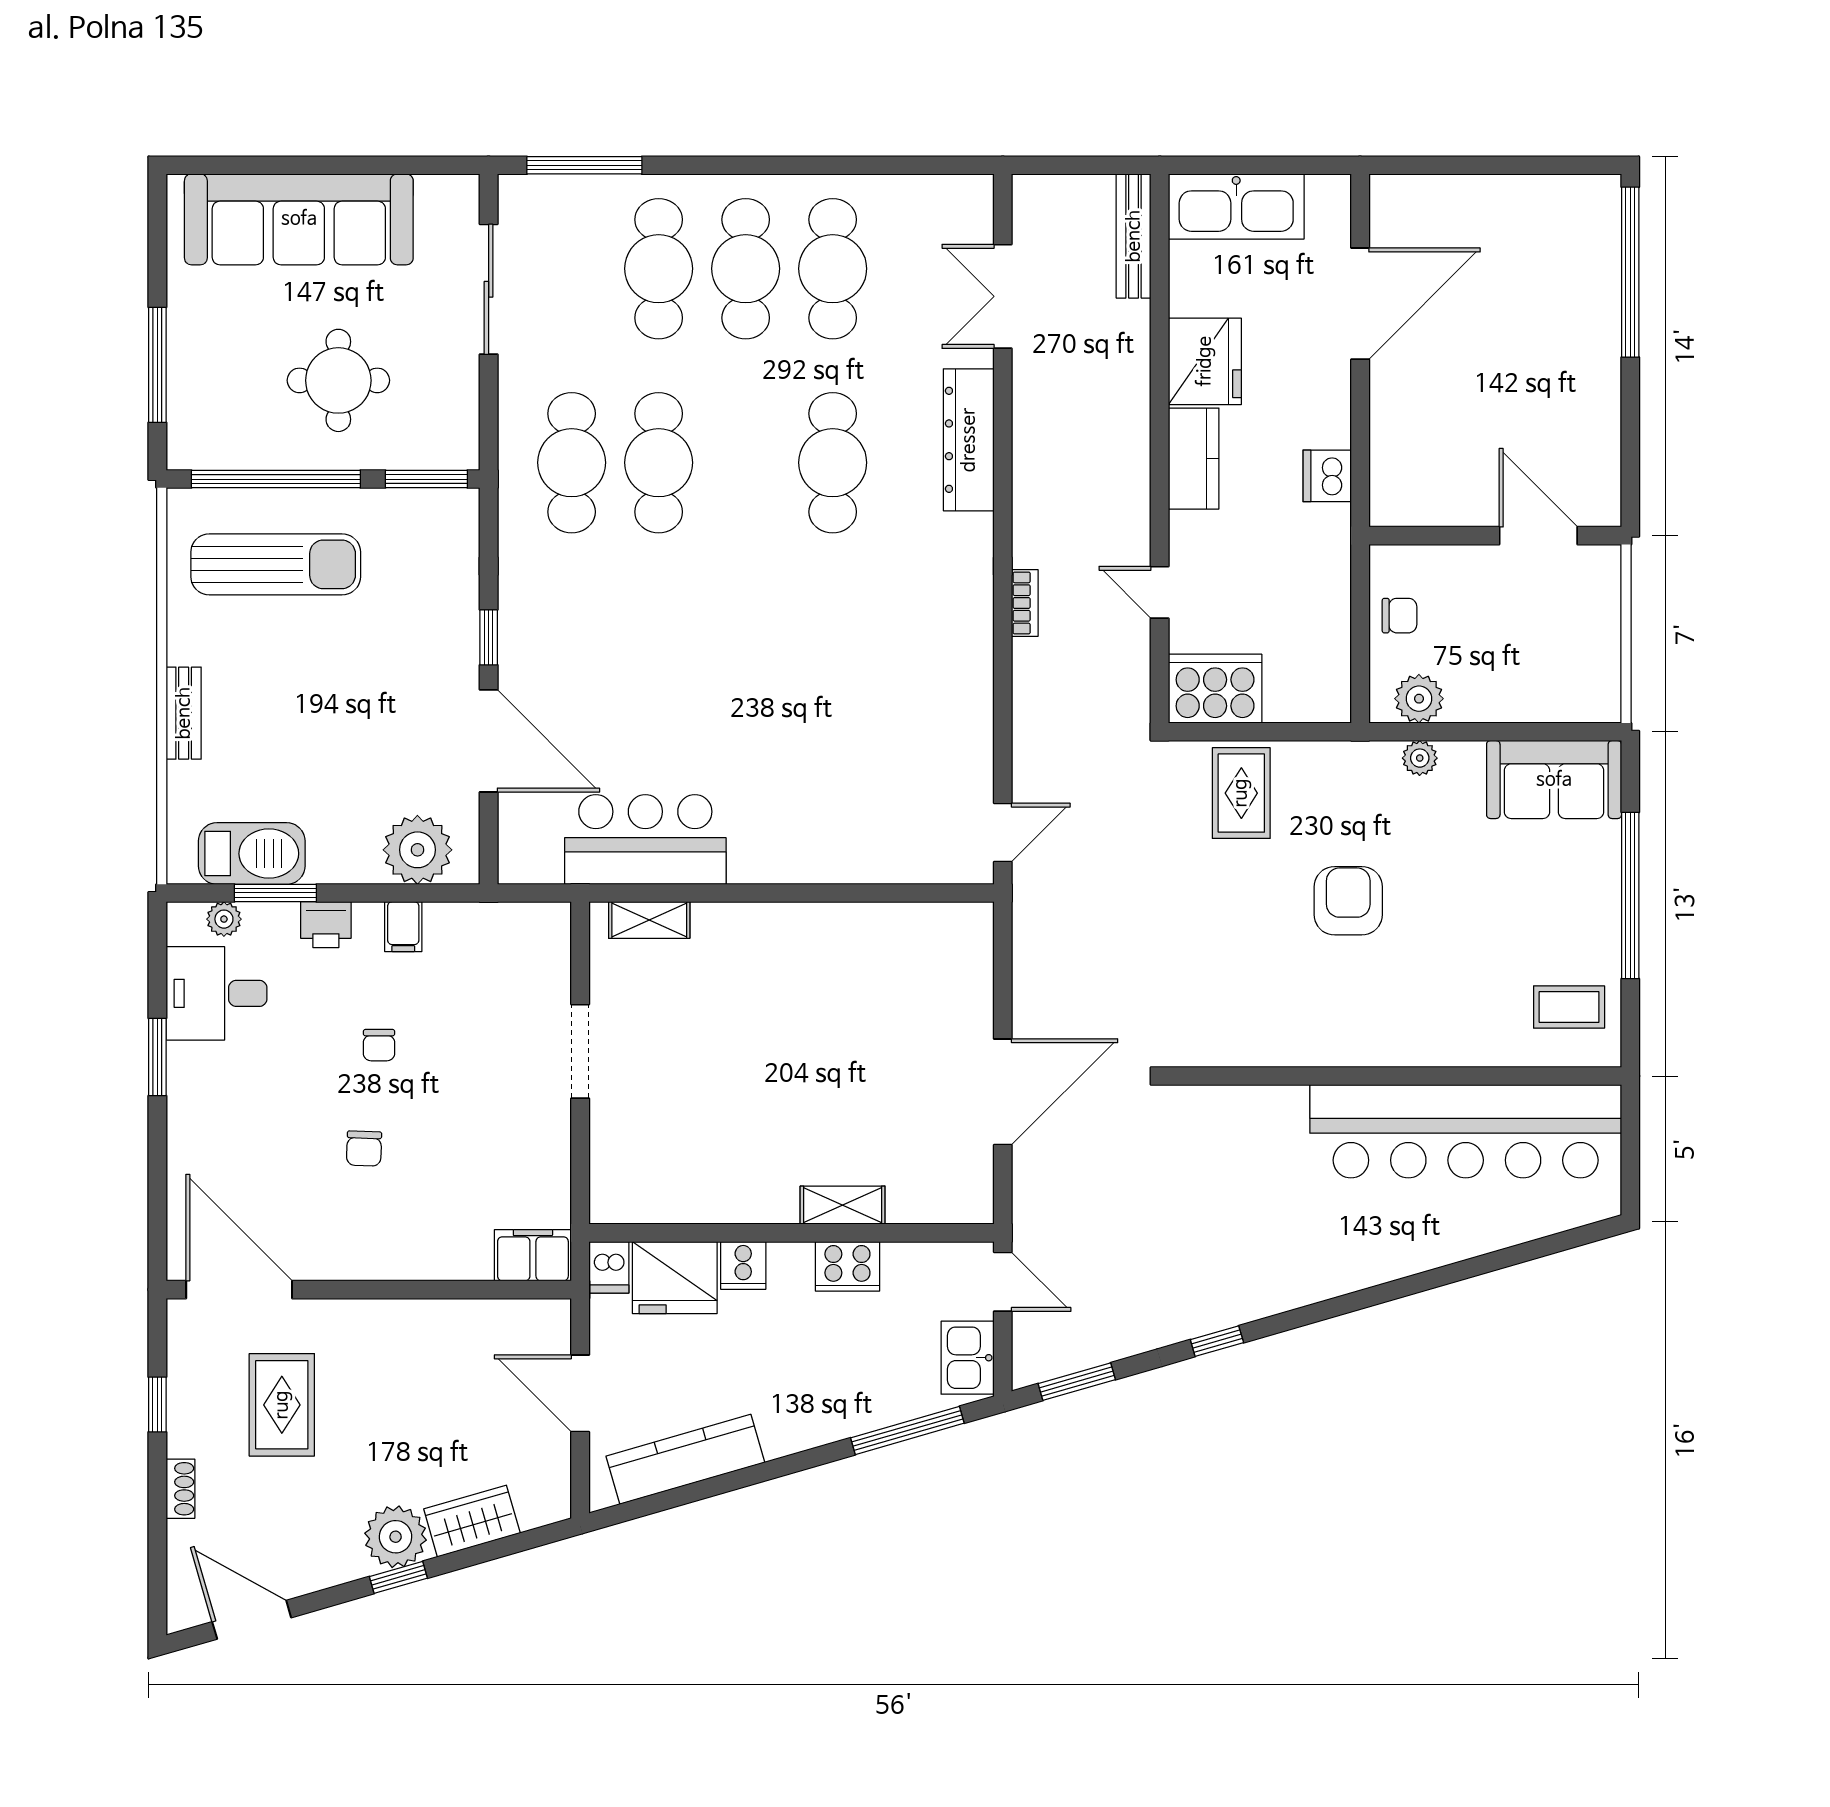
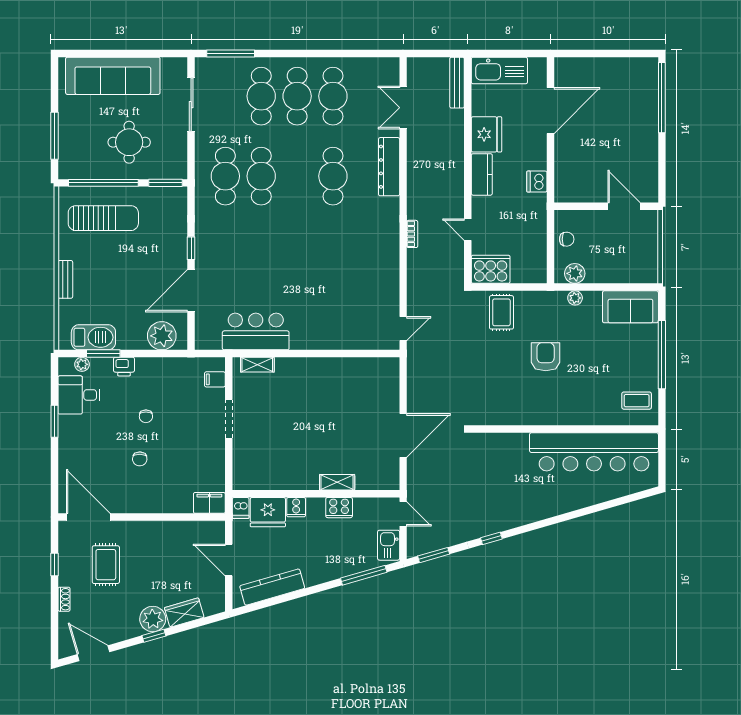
door: (489, 741) -> (191, 291), swing flipped
filing cabinet: (403, 927) -> (215, 379), moved, turned 90

